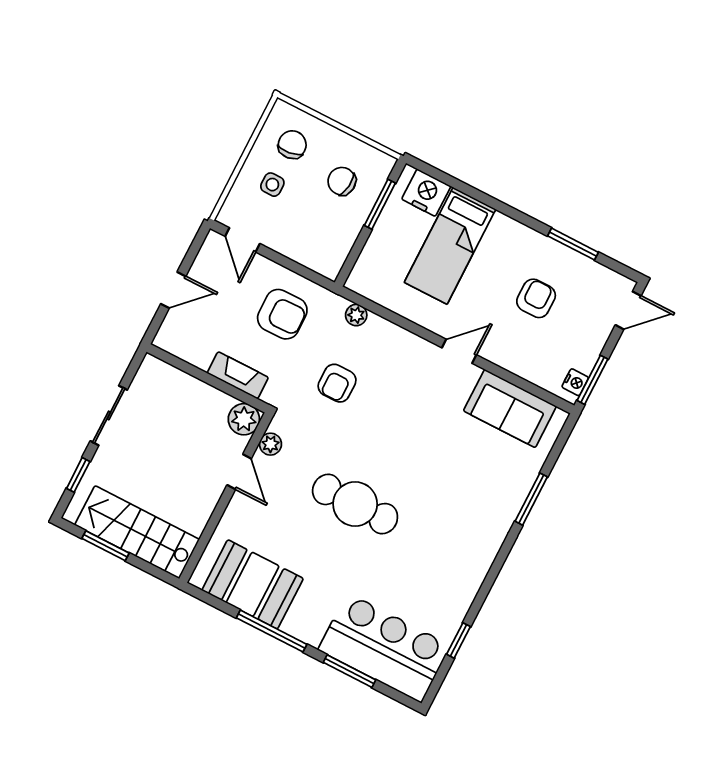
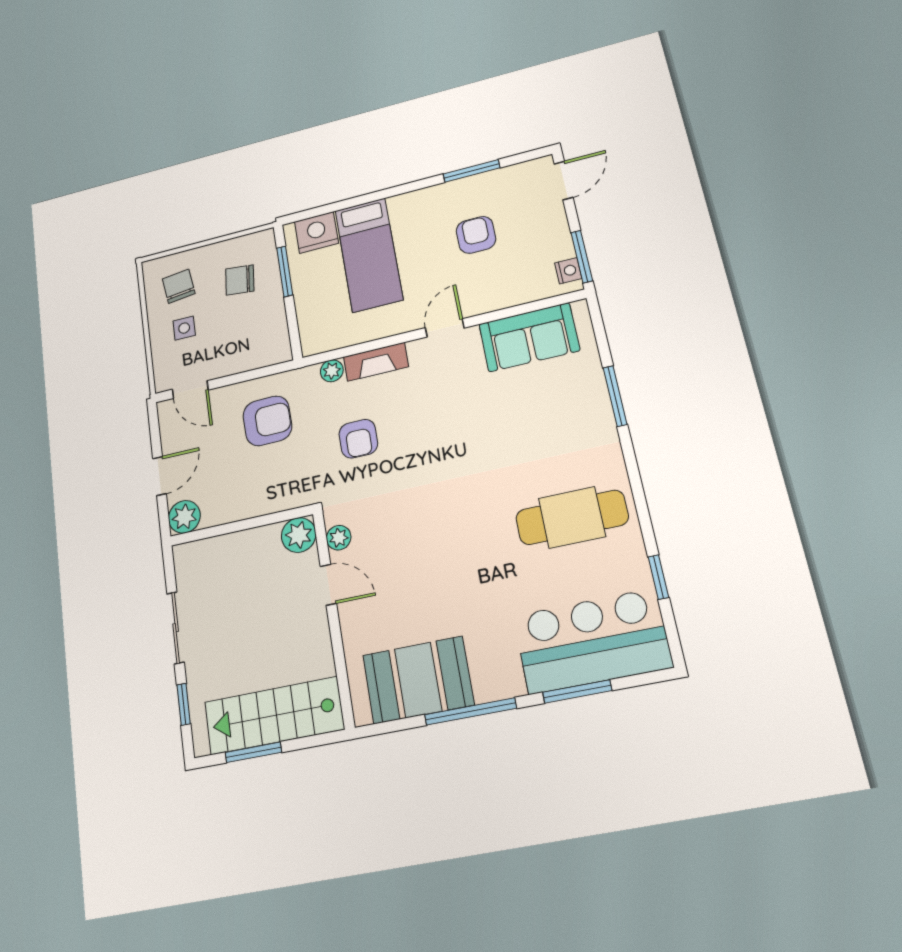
plant: (171, 337) -> (184, 517), added
fireplace: (238, 375) -> (376, 362), moved, turned 180
cafe table: (355, 504) -> (572, 517), moved

